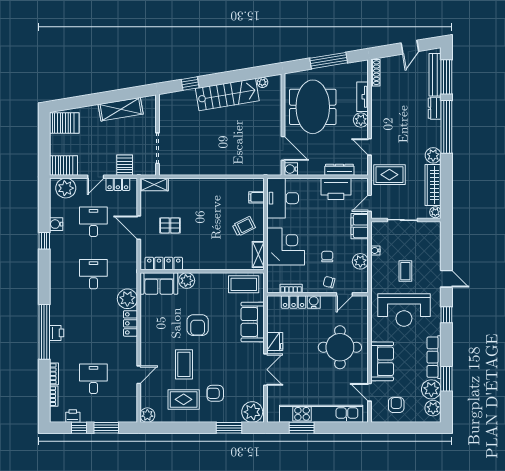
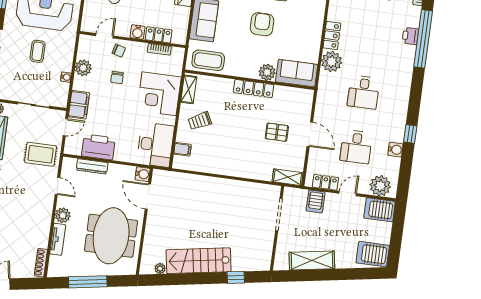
locker: (164, 264) -> (254, 89), moved

